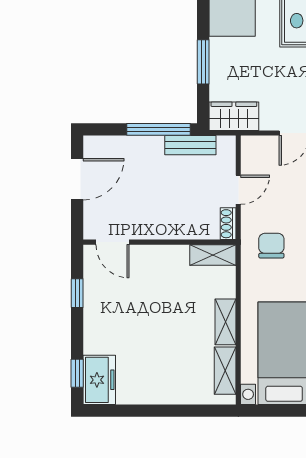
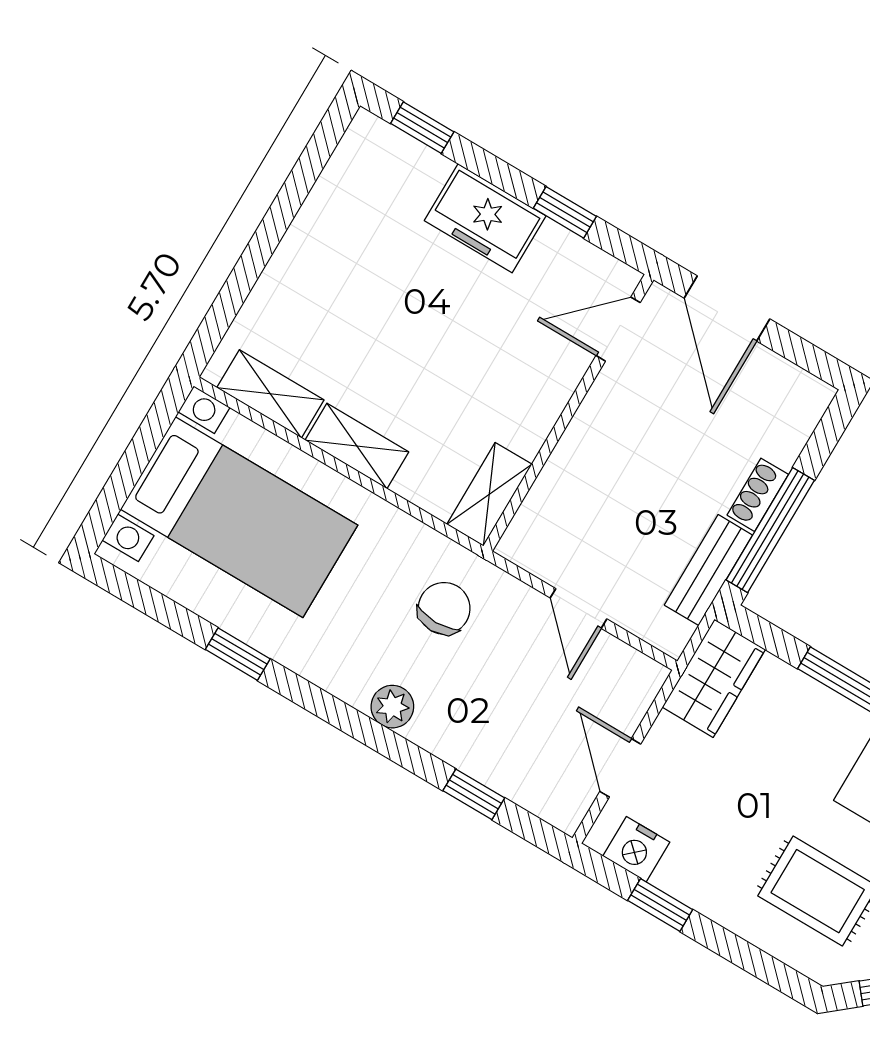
door: (77, 179) -> (727, 308), moved
shoe rack: (228, 224) -> (758, 495), moved, turned -90
chair: (271, 246) -> (444, 608), turned -90
freezer: (99, 380) -> (485, 218), moved

